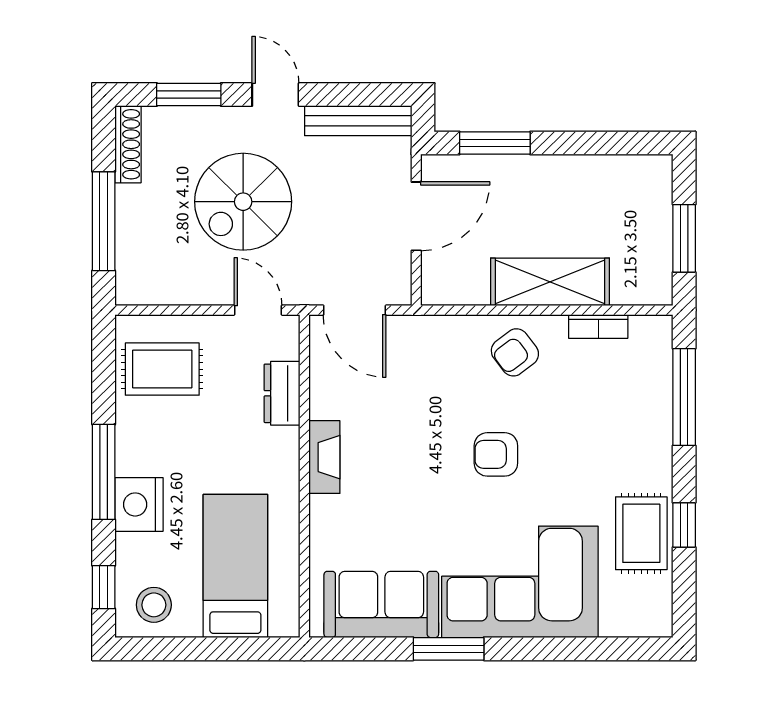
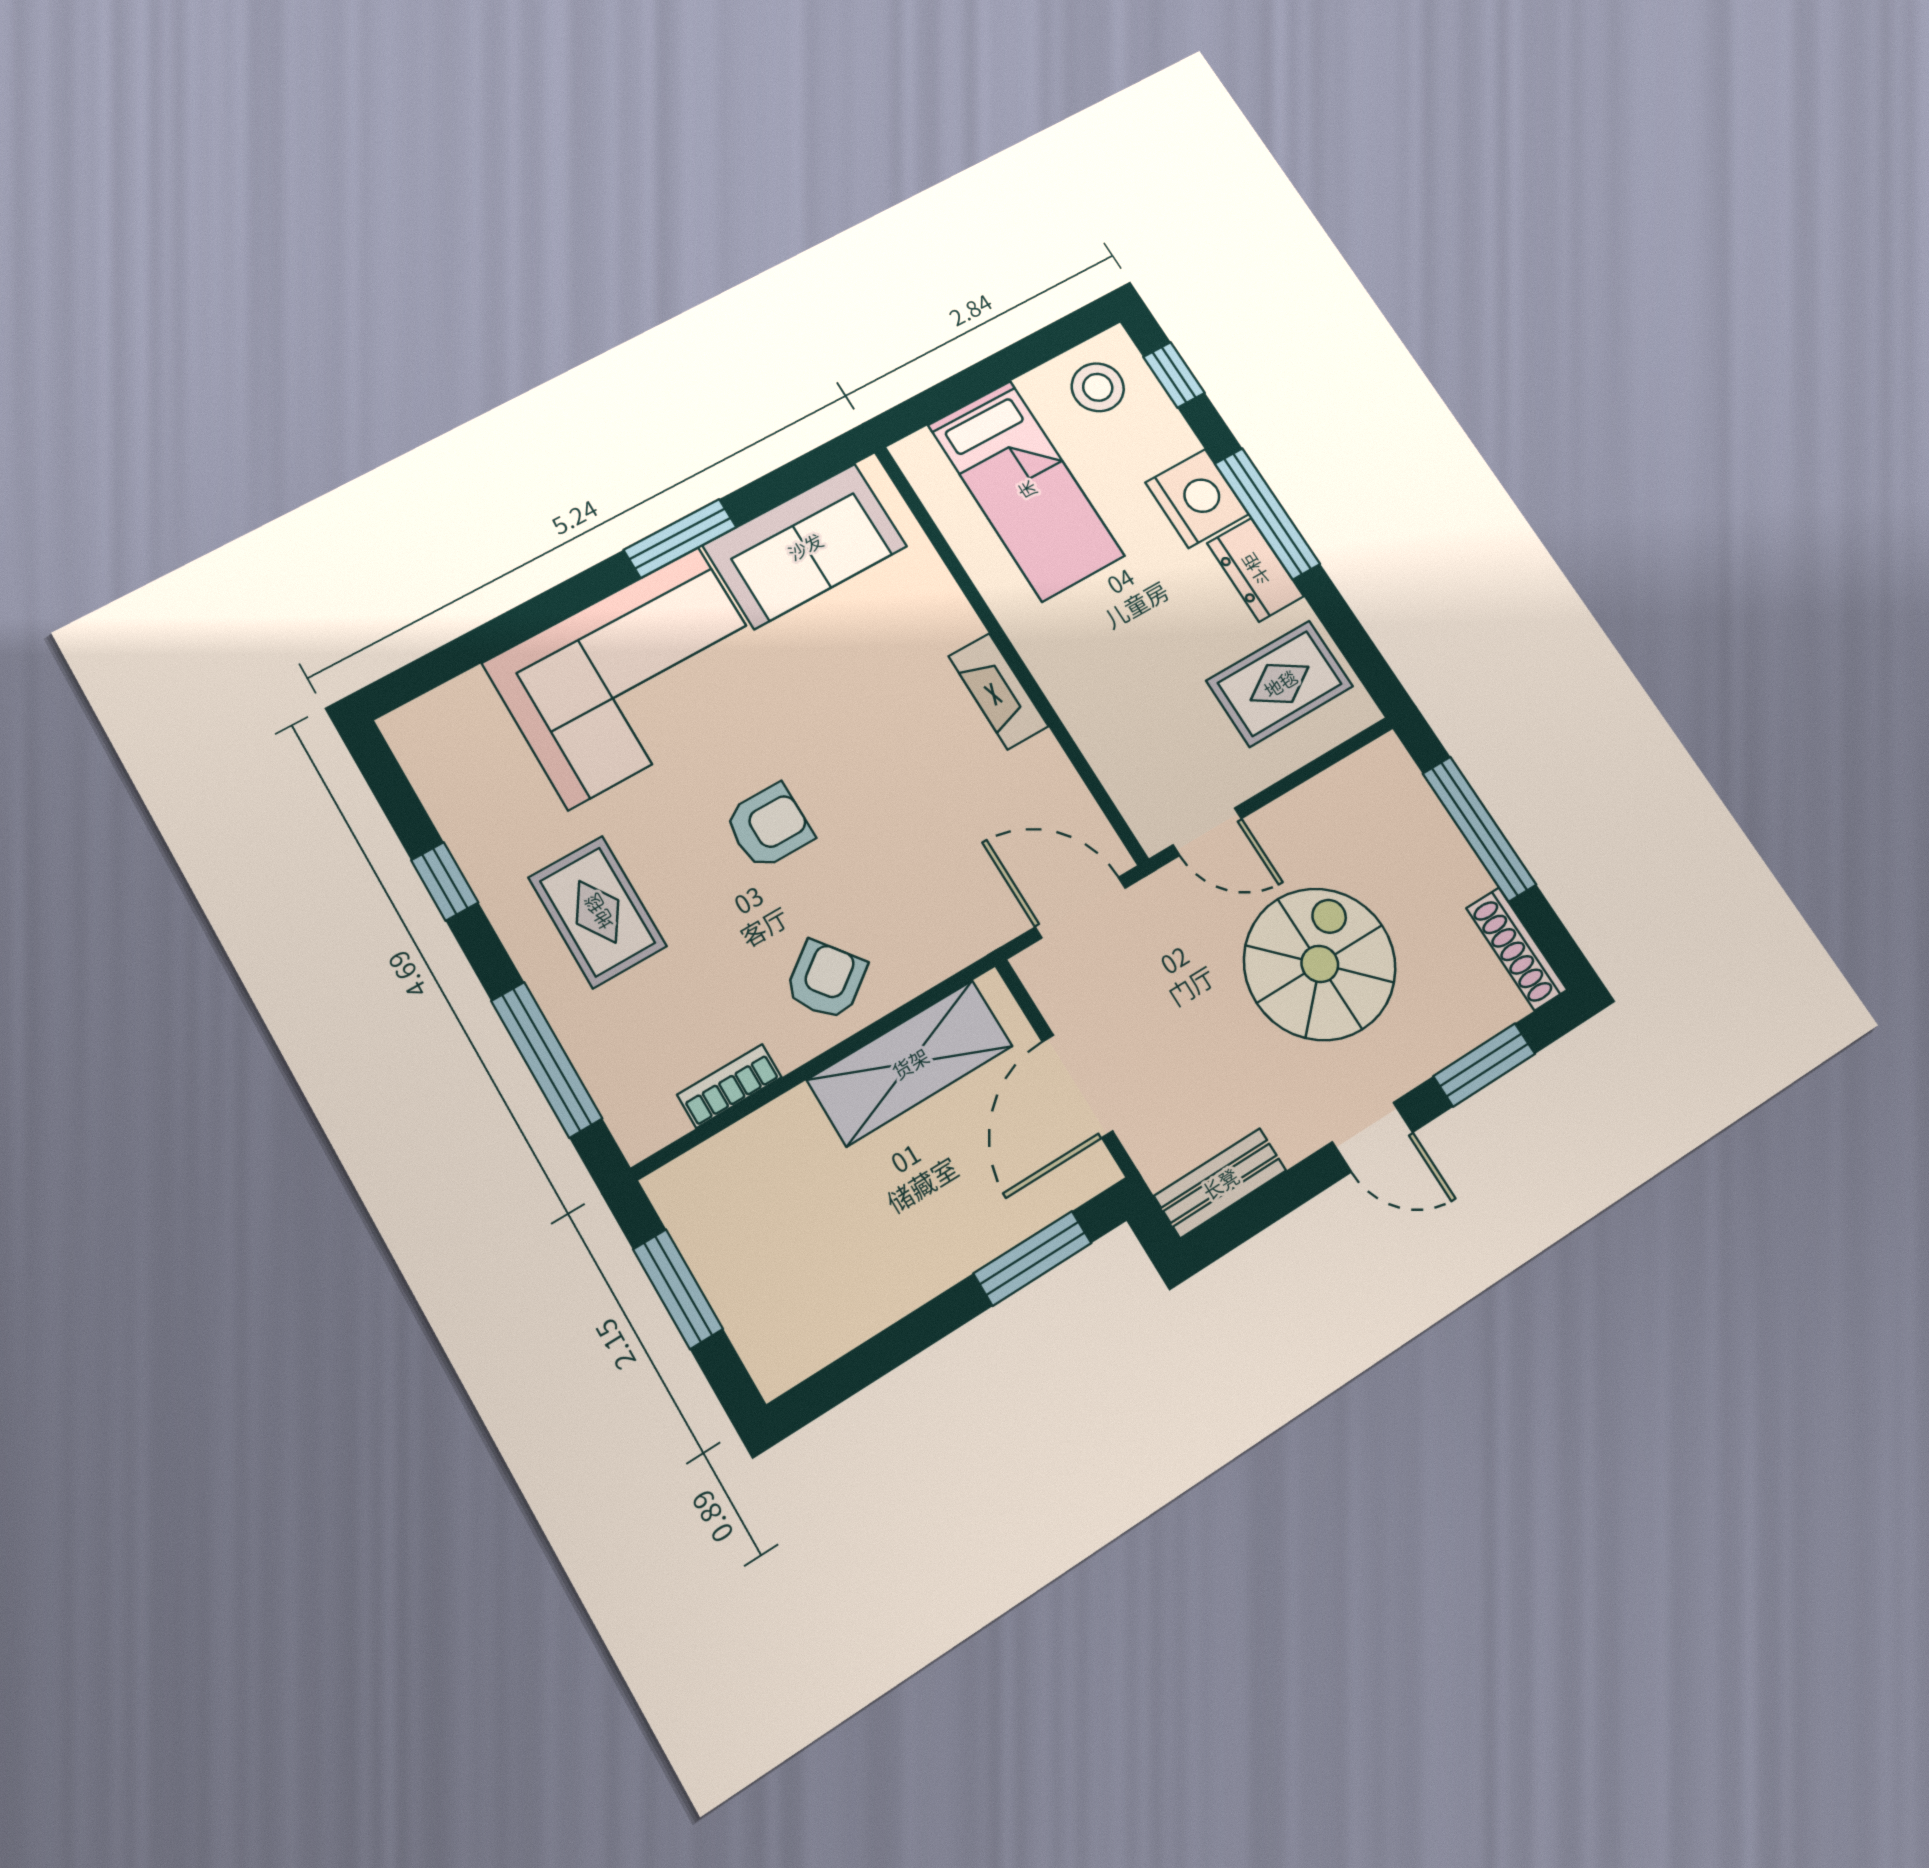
bench: (358, 121) -> (1220, 1183), width x0.73
shelving: (550, 282) -> (910, 1063), moved
dresser: (282, 393) -> (1255, 570), moved, turned 180
rug: (641, 533) -> (598, 912), moved

